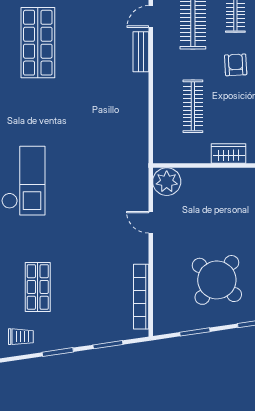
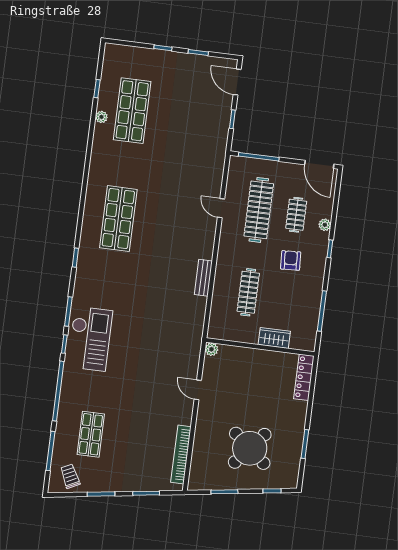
door: (151, 17) -> (221, 208), hinge flipped
bench: (141, 52) -> (203, 278), moved
plant: (167, 182) -> (212, 349), width x0.53, depth x0.53
trolley: (21, 337) -> (70, 476), turned -116

